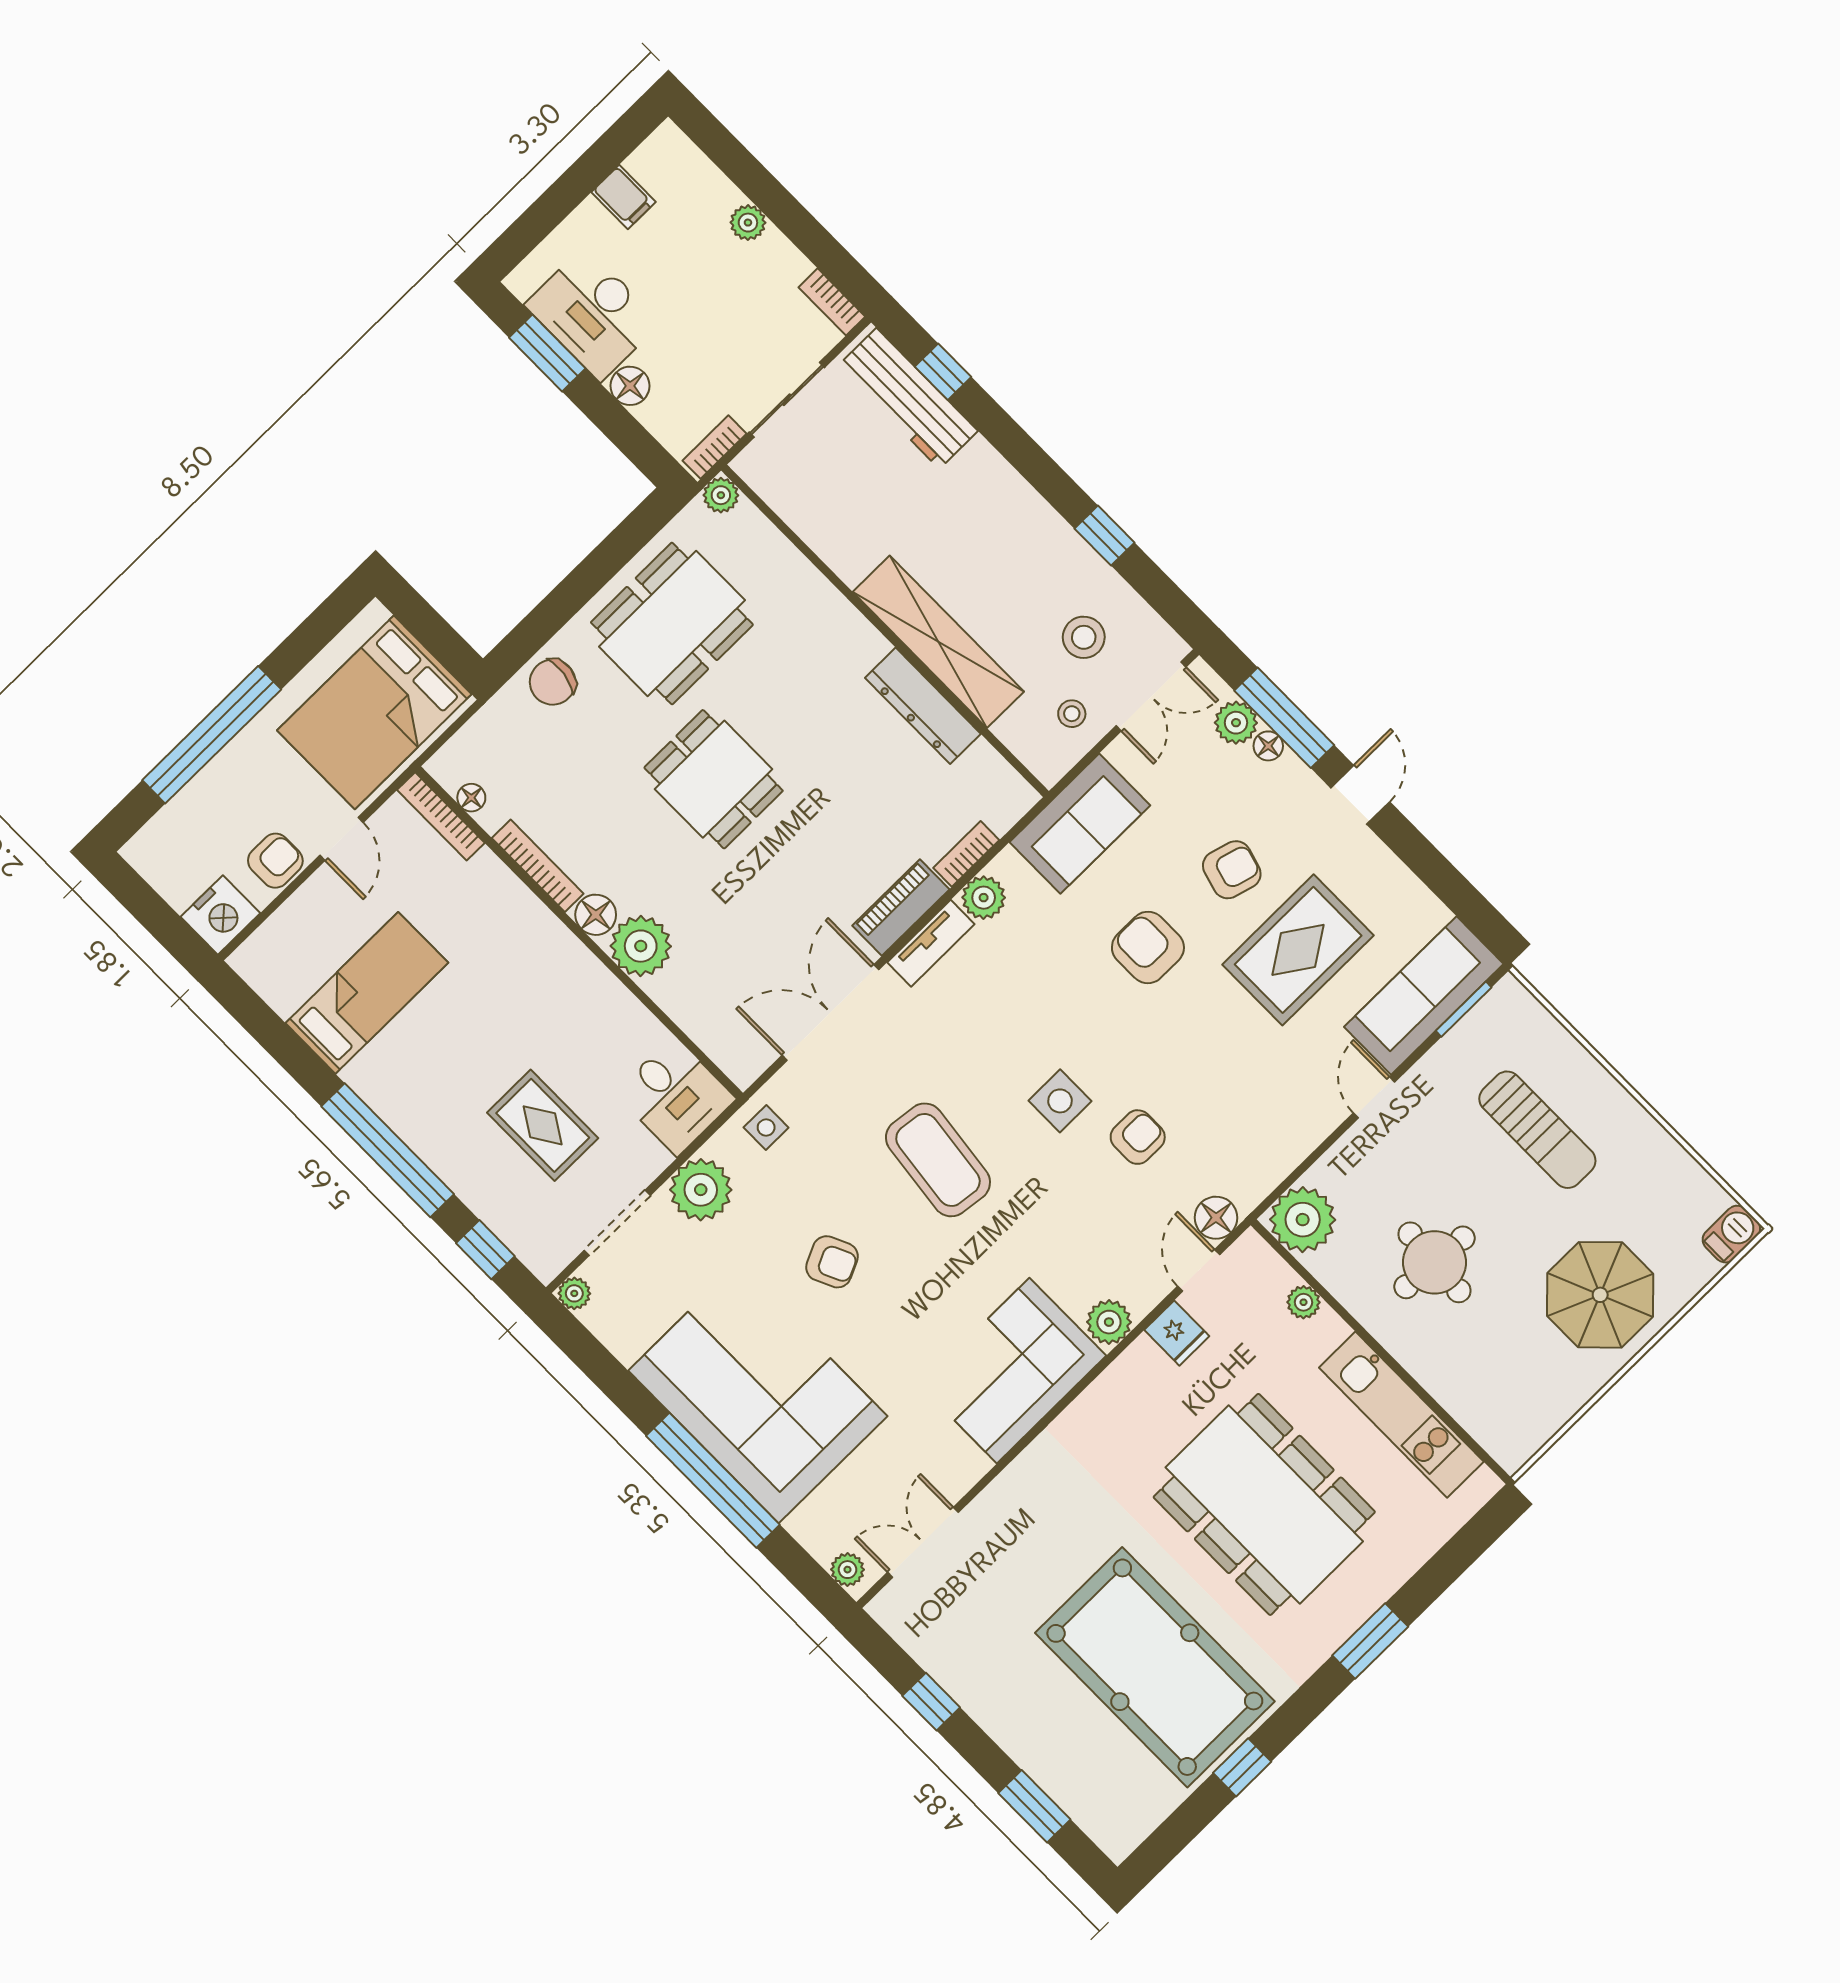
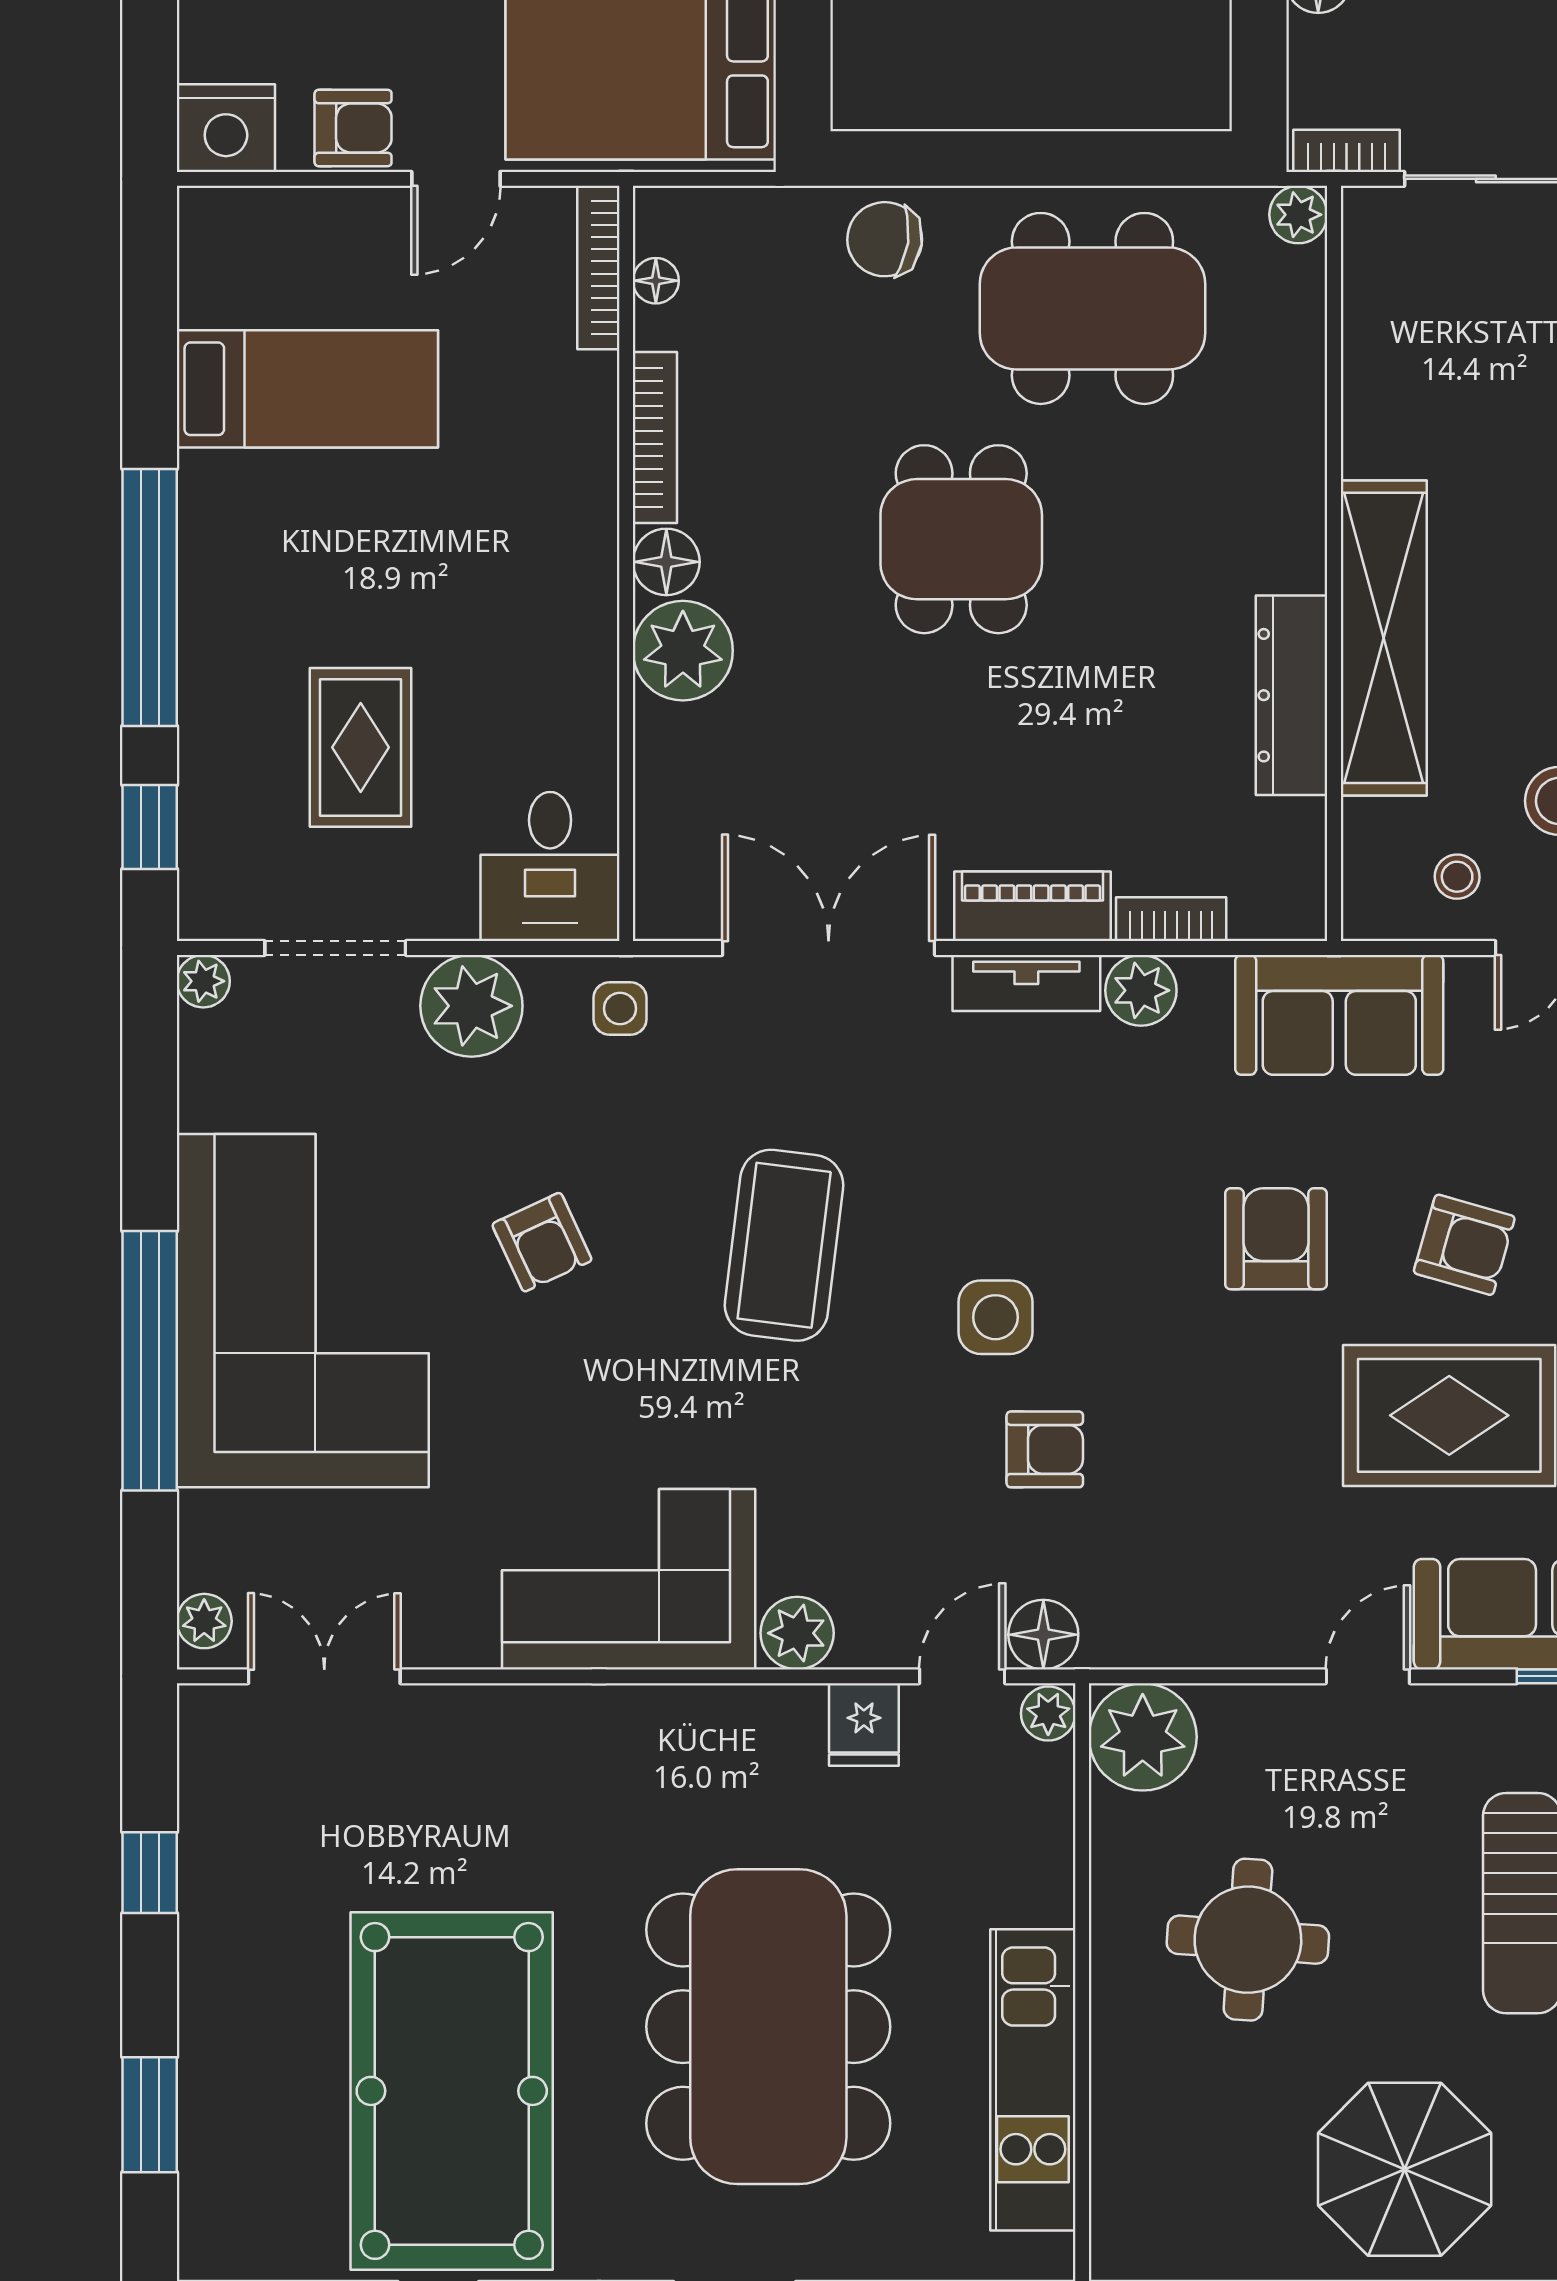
plant: (1304, 1302) -> (1048, 1713), moved

